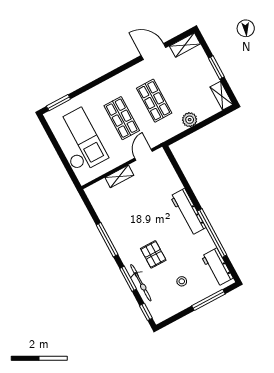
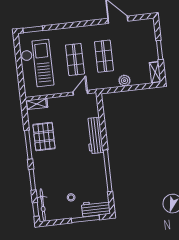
shelving: (185, 45) -> (143, 24), removed
shelving: (119, 176) -> (37, 104), moved
workbench: (188, 212) -> (95, 135), moved
pallet: (153, 254) -> (44, 137), moved, width x1.50, depth x1.42
workbench: (217, 267) -> (96, 208), moved, turned 90
bicycle: (141, 283) -> (43, 205), moved

